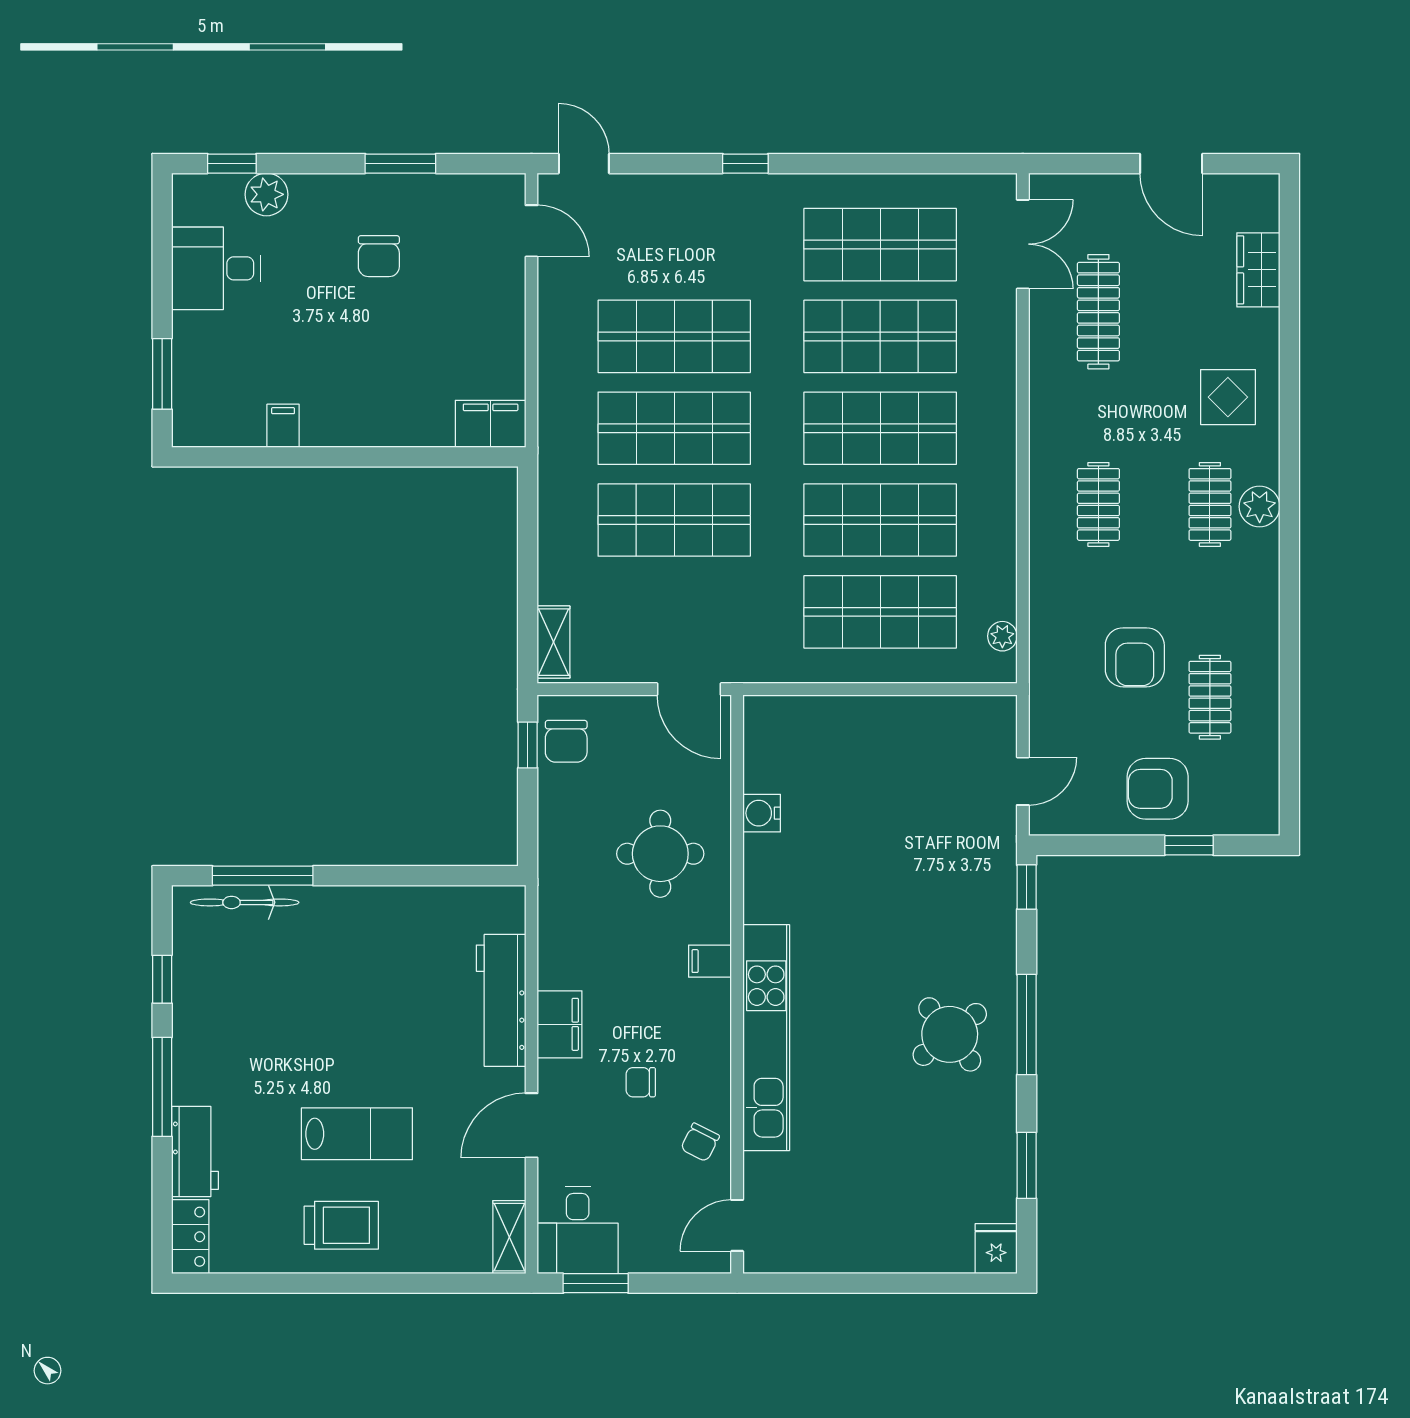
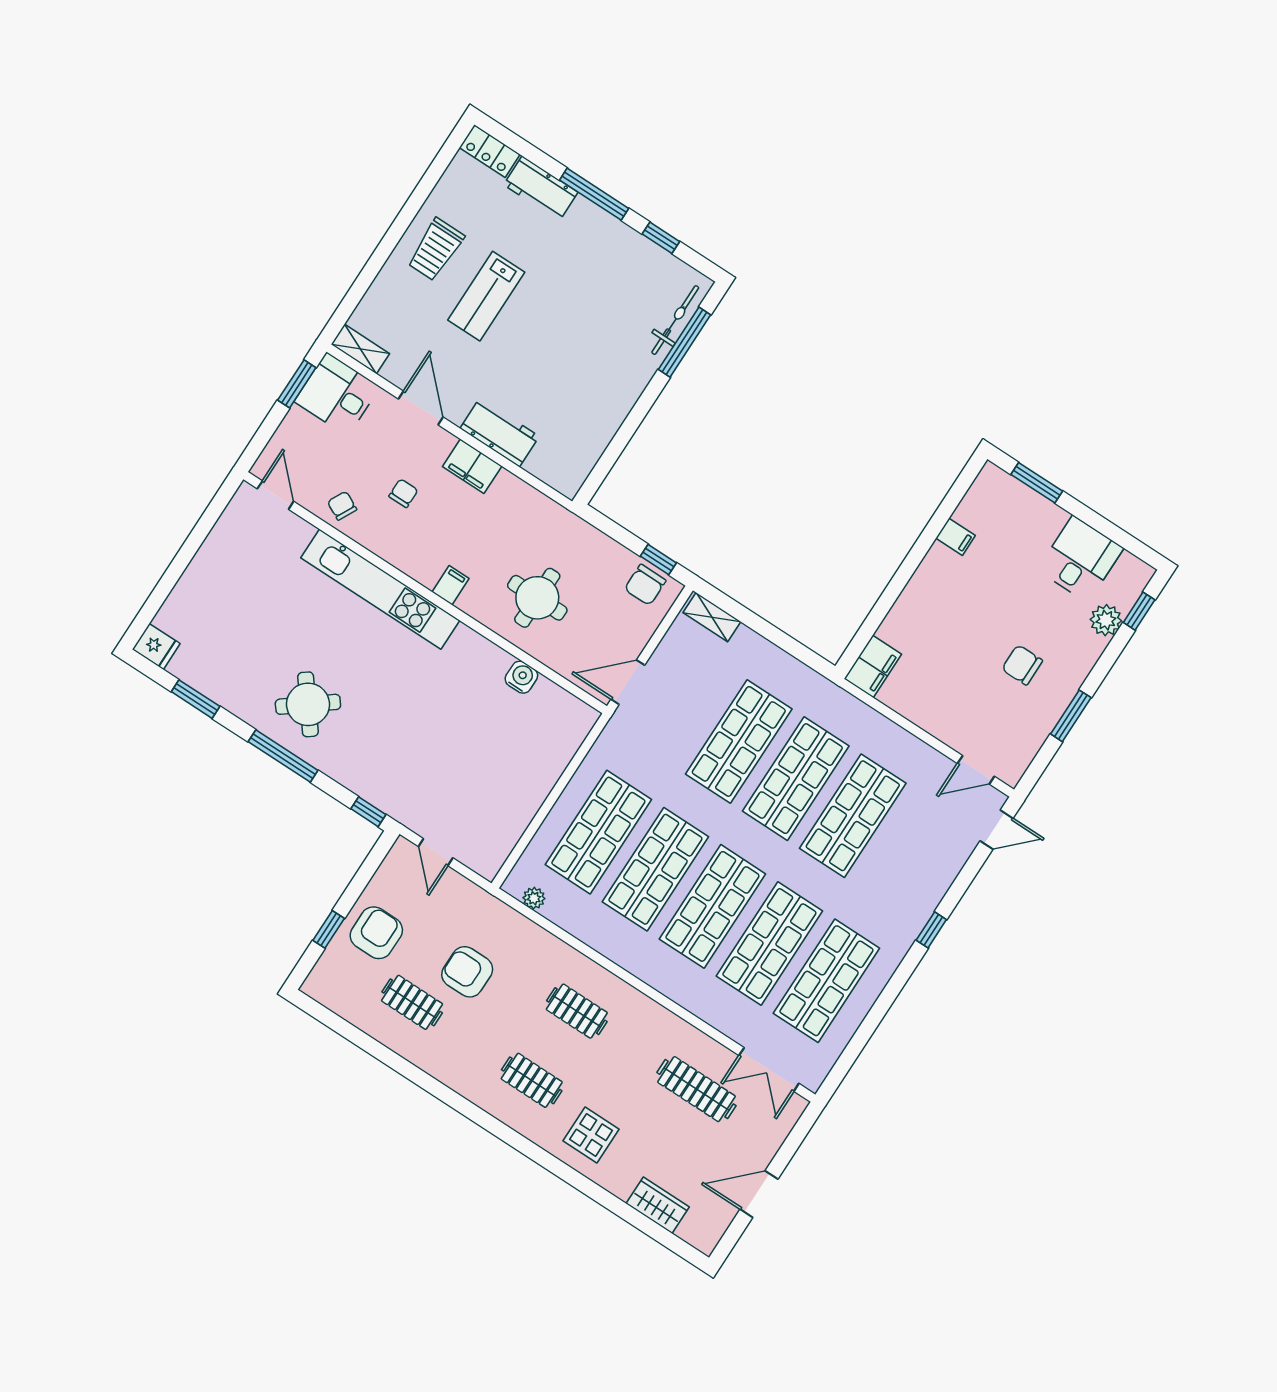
plant: (1260, 507) -> (510, 1110), removed
chair: (566, 741) -> (645, 585), turned -90
workbench: (501, 1000) -> (500, 432), width x0.73

